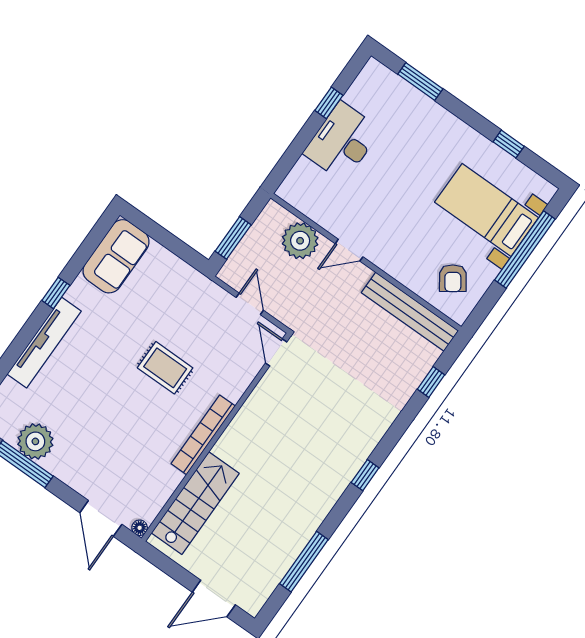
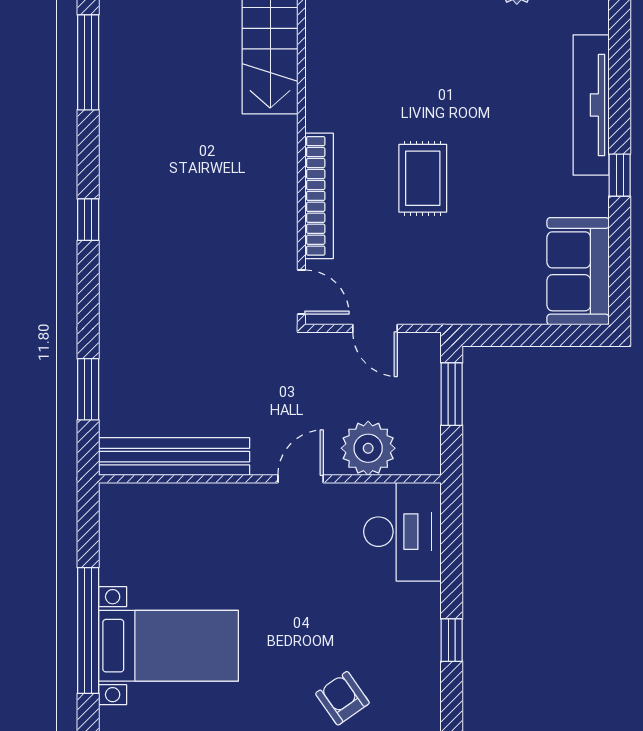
desk: (342, 141) -> (402, 532), moved
armchair: (453, 278) -> (342, 698), moved
rug: (165, 368) -> (423, 178), turned 90
window: (431, 382) -> (88, 389), width x1.50
bookcase: (203, 435) -> (319, 196), moved

